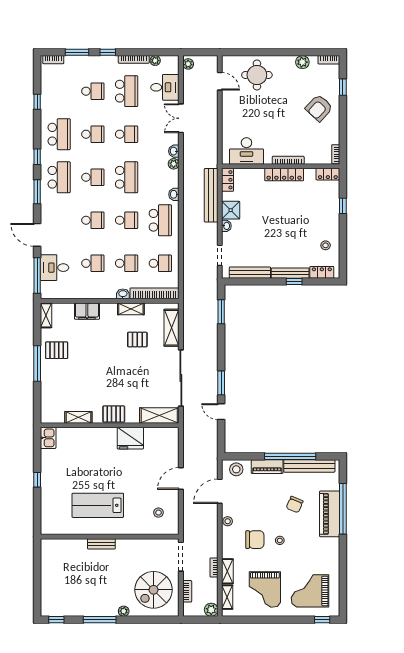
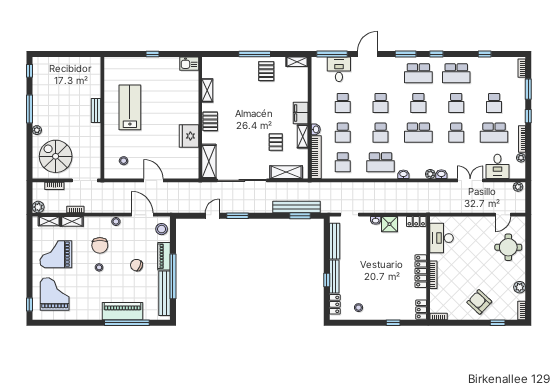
bench: (211, 195) -> (296, 207), moved
filing cabinet: (87, 311) -> (301, 113), moved
chair: (295, 505) -> (136, 265), moved

